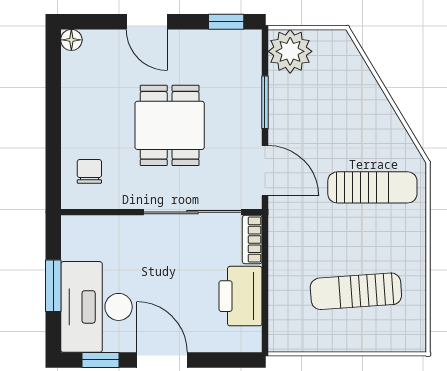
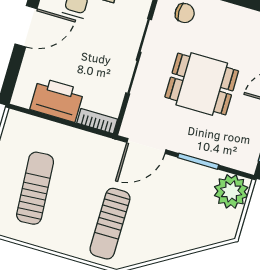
sliding door: (193, 212) -> (139, 56), moved

